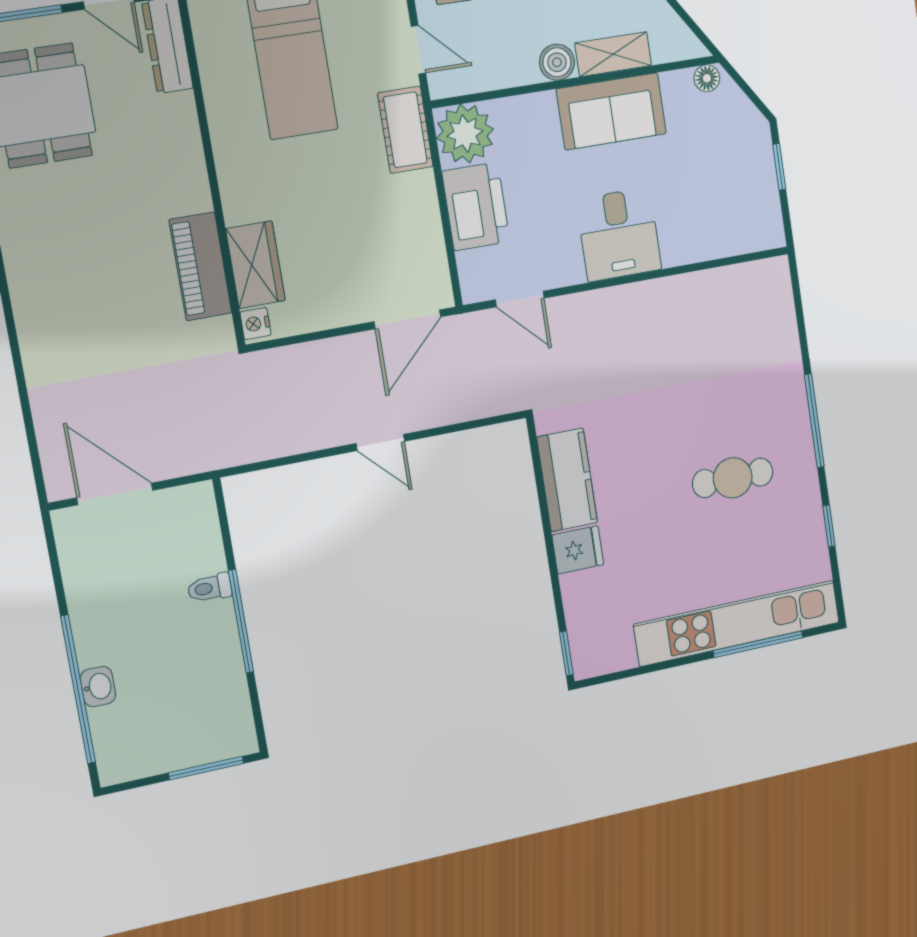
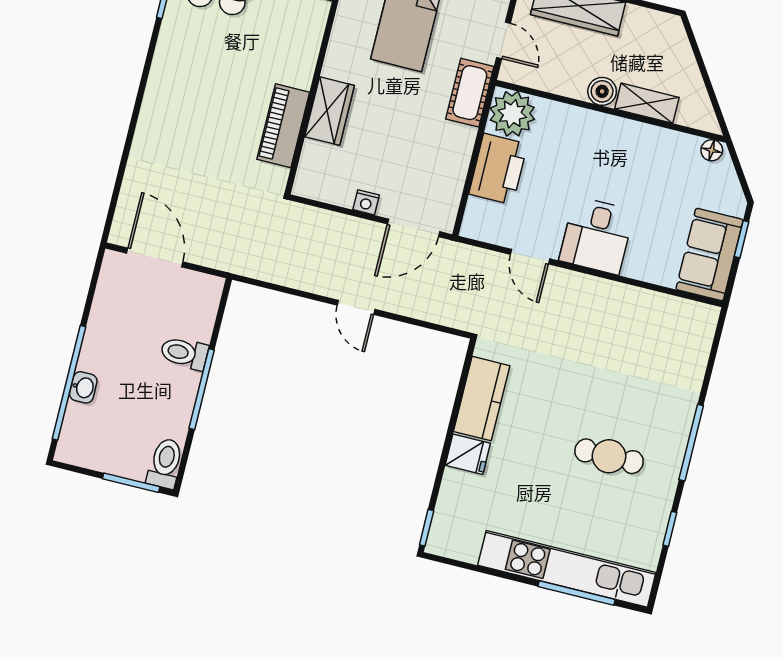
sofa: (611, 111) -> (710, 255), moved, turned 90
wardrobe: (256, 265) -> (330, 111), moved
door: (520, 299) -> (530, 257), moved
nightstand: (255, 324) -> (366, 202), moved, turned -90
toilet: (210, 588) -> (184, 353), width x1.37, depth x1.39
toilet: (236, 727) -> (165, 463), added

